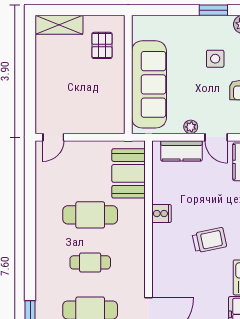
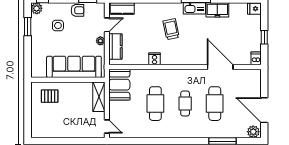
shelving: (59, 25) -> (99, 97), moved
booth: (129, 173) -> (119, 85), moved, turned 90

